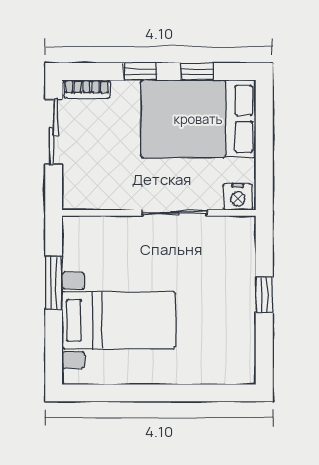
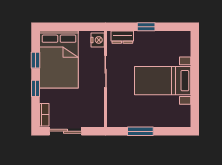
dresser: (243, 247) -> (122, 37), added
bed with nightstands: (119, 320) -> (163, 81), moved, turned -90

